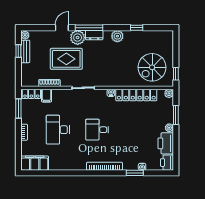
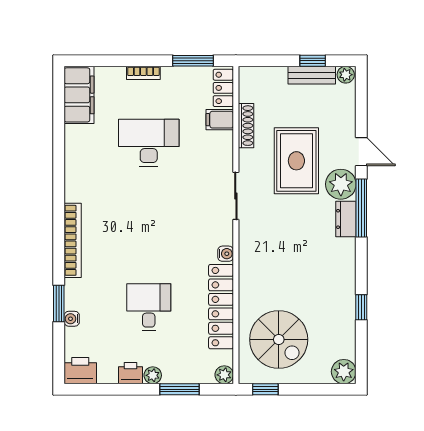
plant: (117, 36) -> (344, 372), moved
spiral stairs: (152, 67) -> (279, 339), turned 180
desk: (97, 130) -> (149, 307), moved
printer: (166, 143) -> (131, 373), width x0.53, depth x0.68

